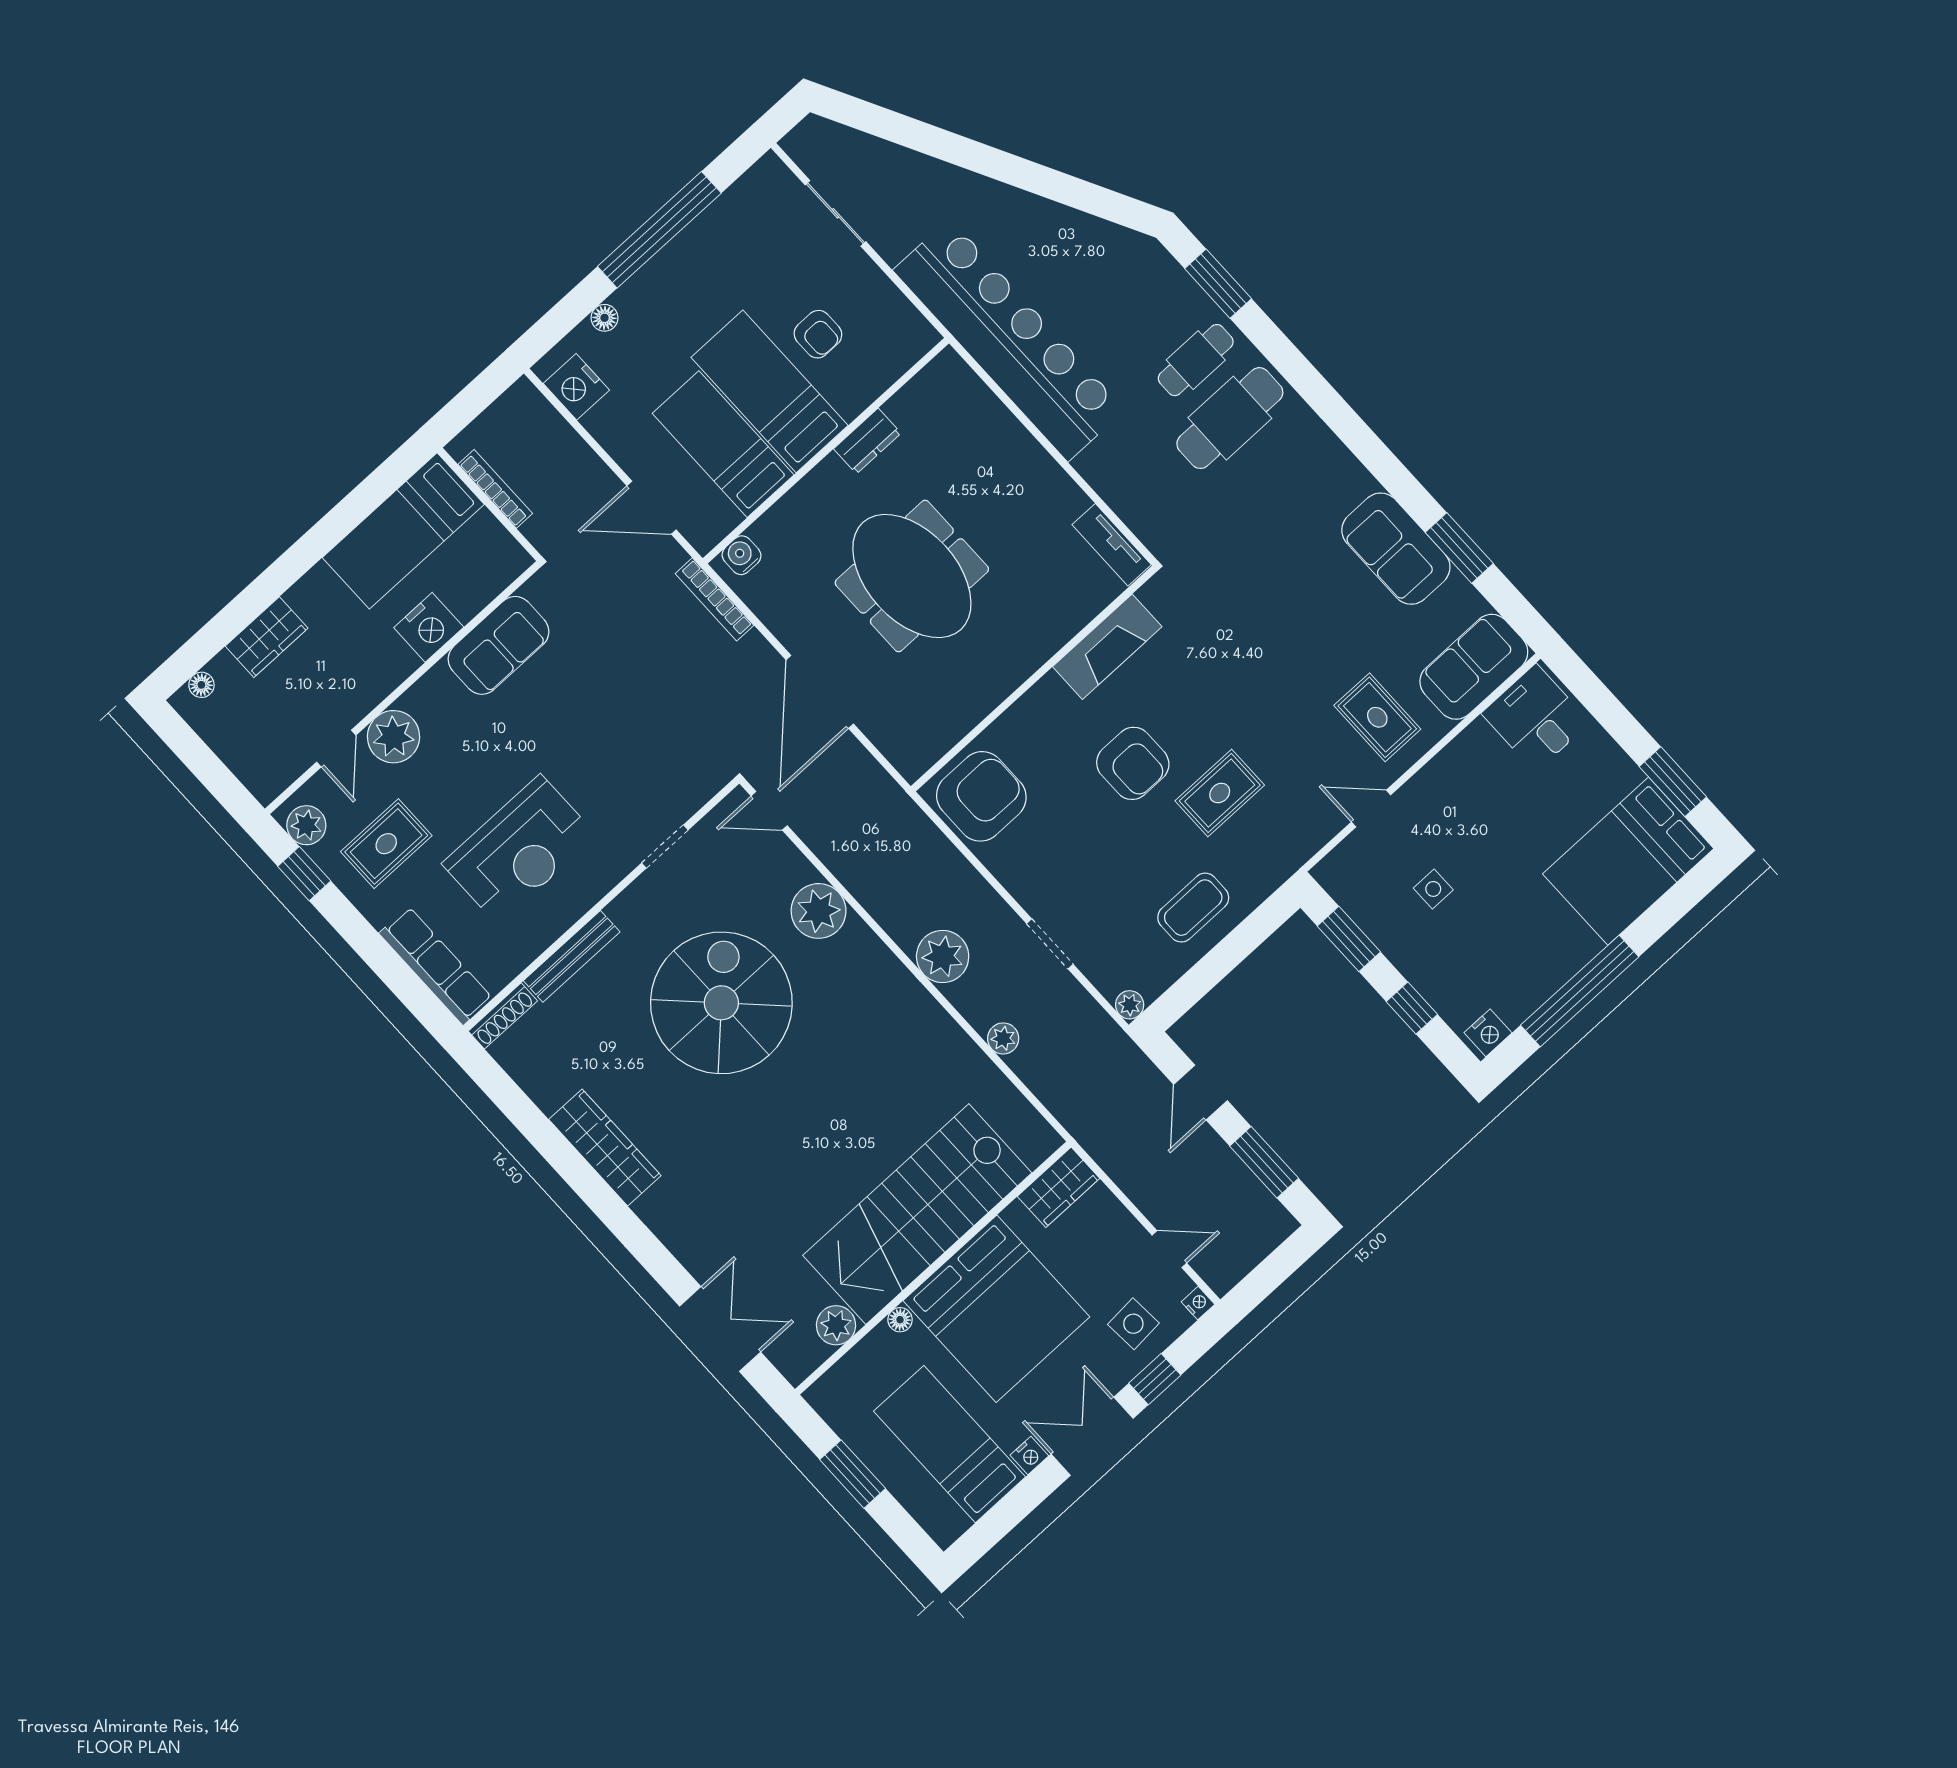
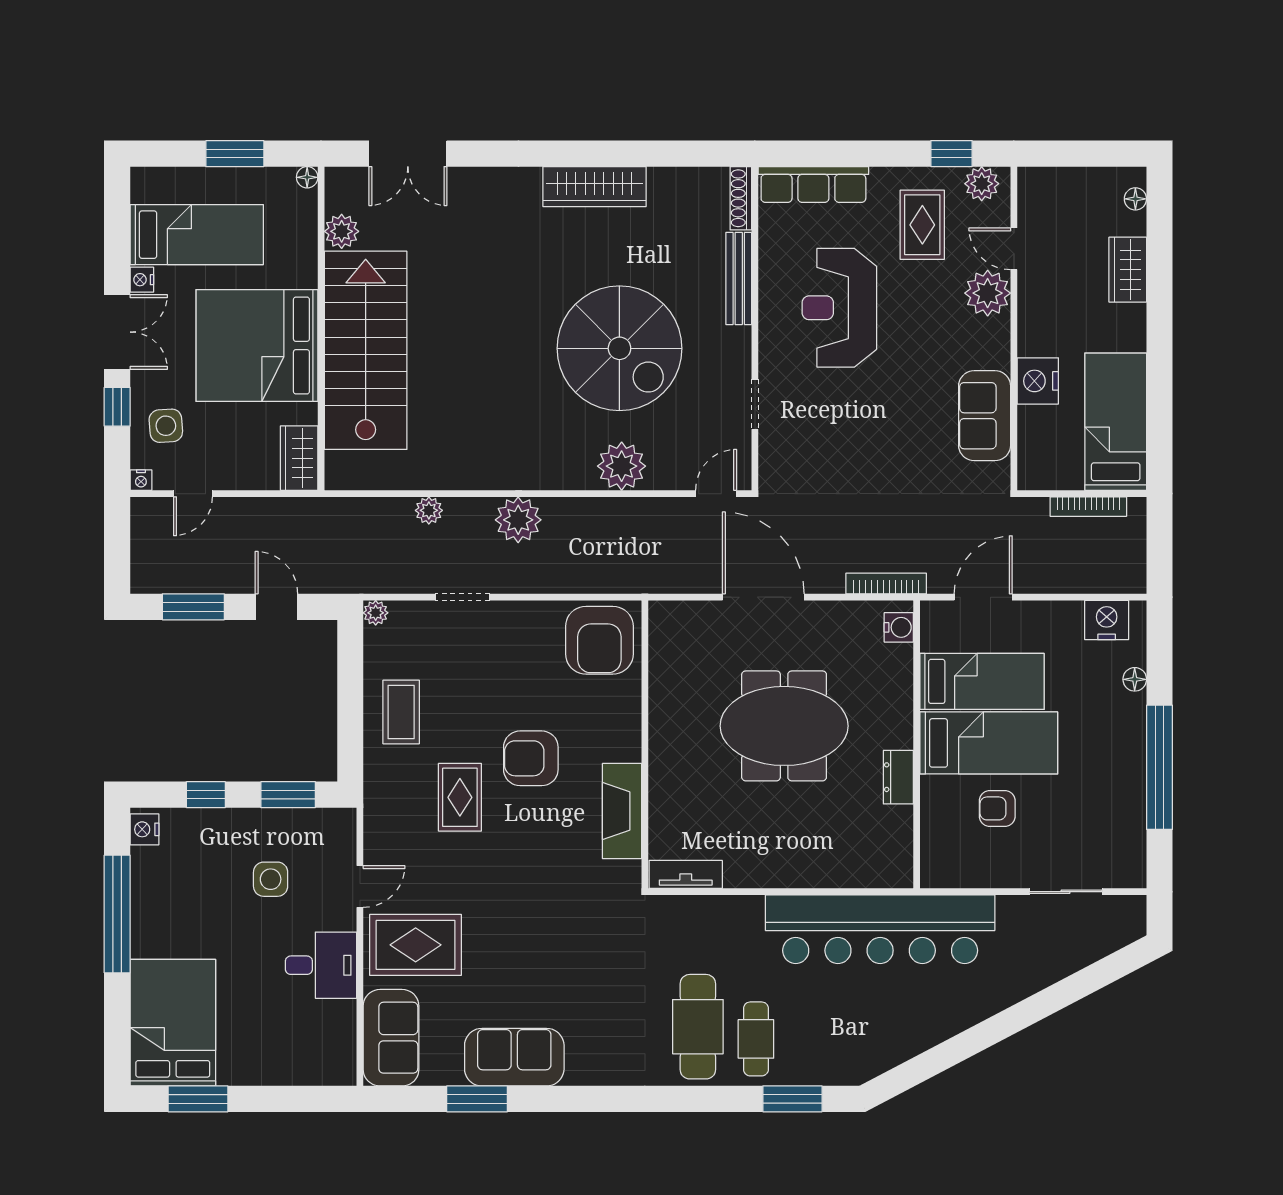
rug: (1377, 717) -> (416, 945), width x1.36, depth x1.43
desk: (1536, 718) -> (321, 965), moved
side table: (1433, 889) -> (271, 879), width x1.37, depth x1.37
floor lamp: (900, 1320) -> (307, 177), moved

